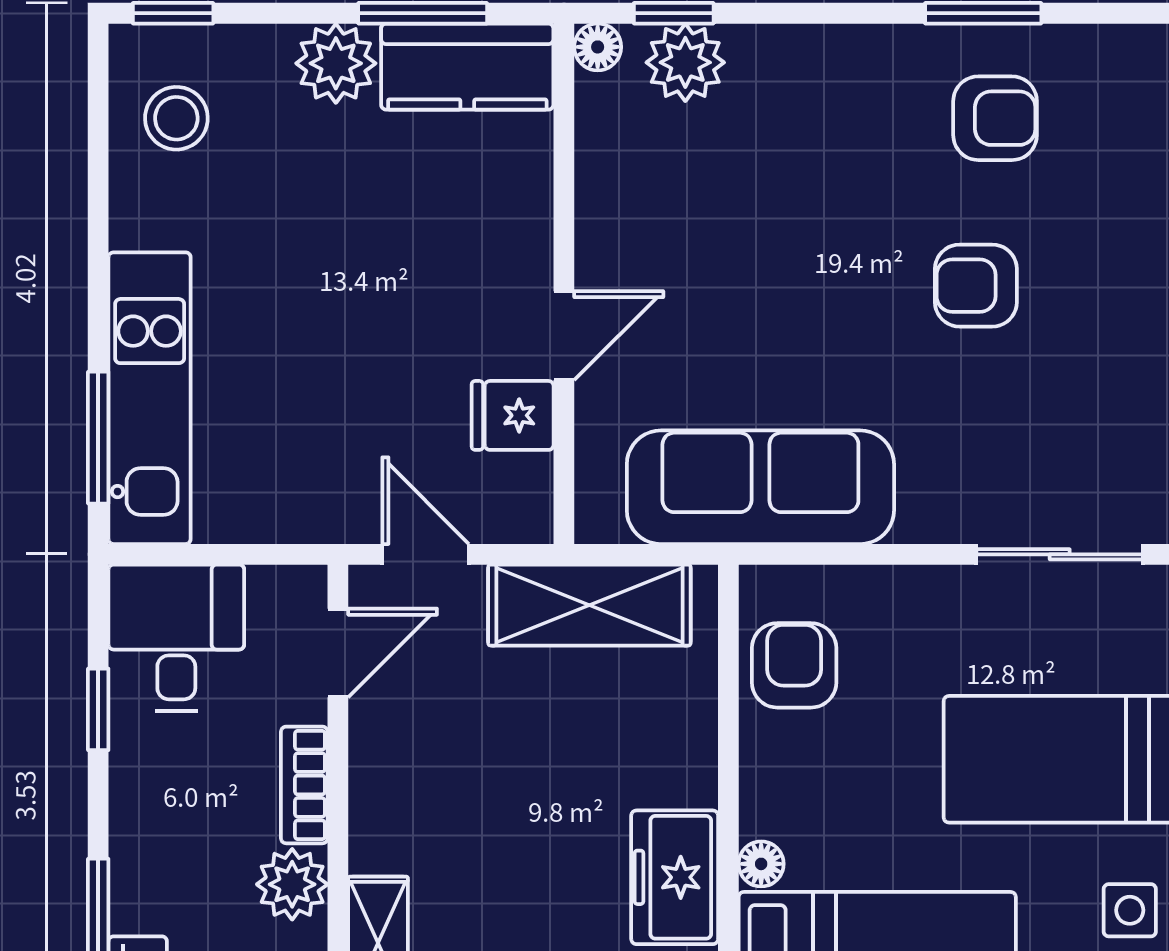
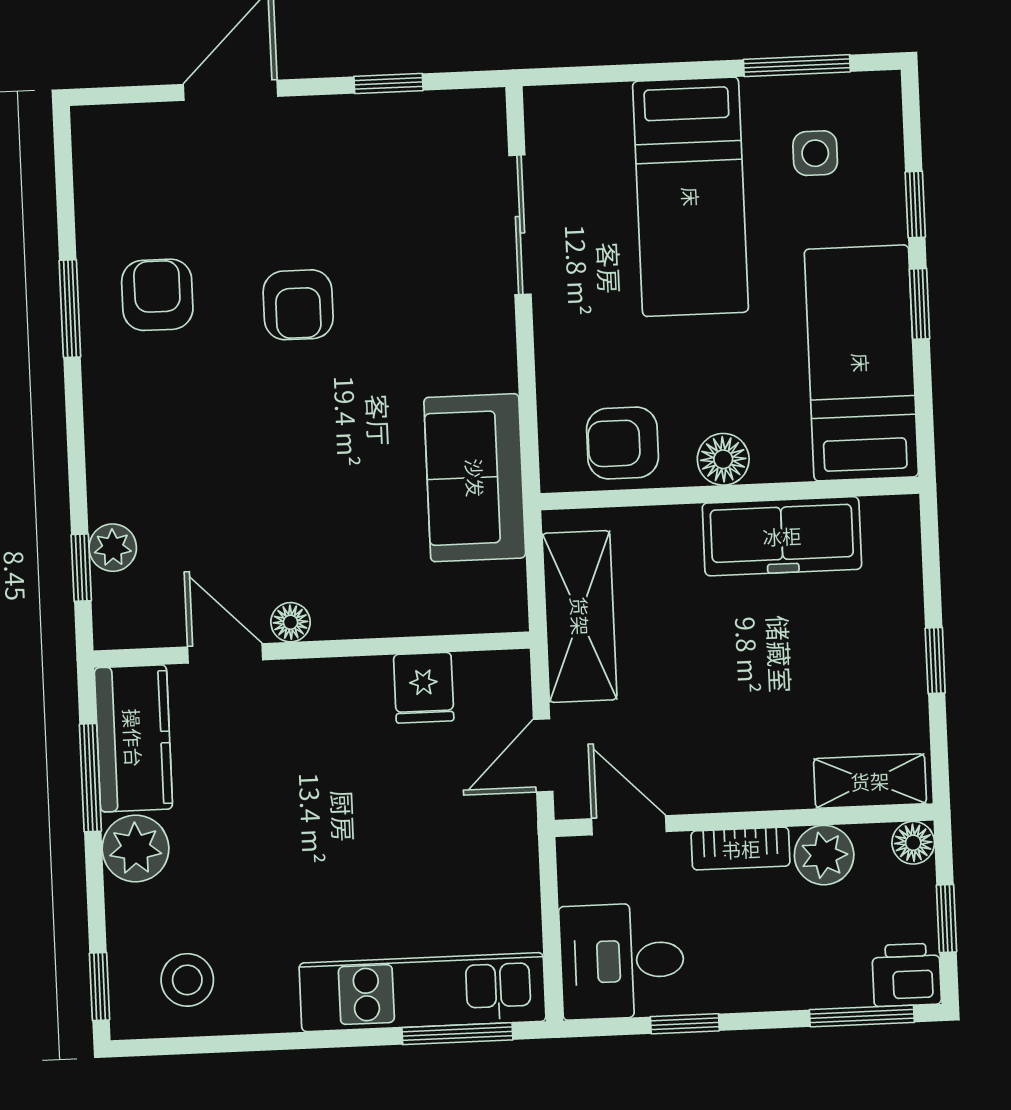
floor lamp: (598, 47) -> (291, 622), moved
plant: (685, 62) -> (113, 548), width x0.73, depth x0.73
door: (564, 336) -> (225, 653), moved
sofa: (760, 487) -> (475, 478), width x0.73
floor lamp: (761, 864) -> (723, 459), moved, width x1.37, depth x1.37
freezer: (675, 877) -> (782, 536), width x1.40

